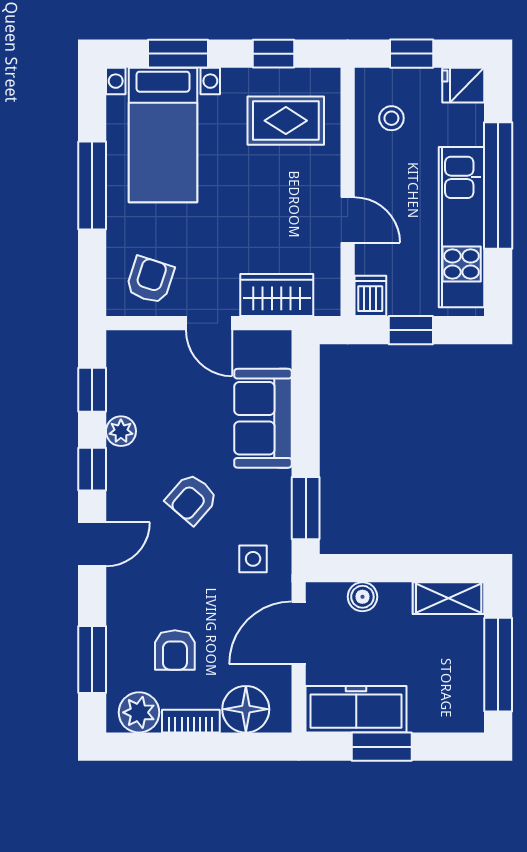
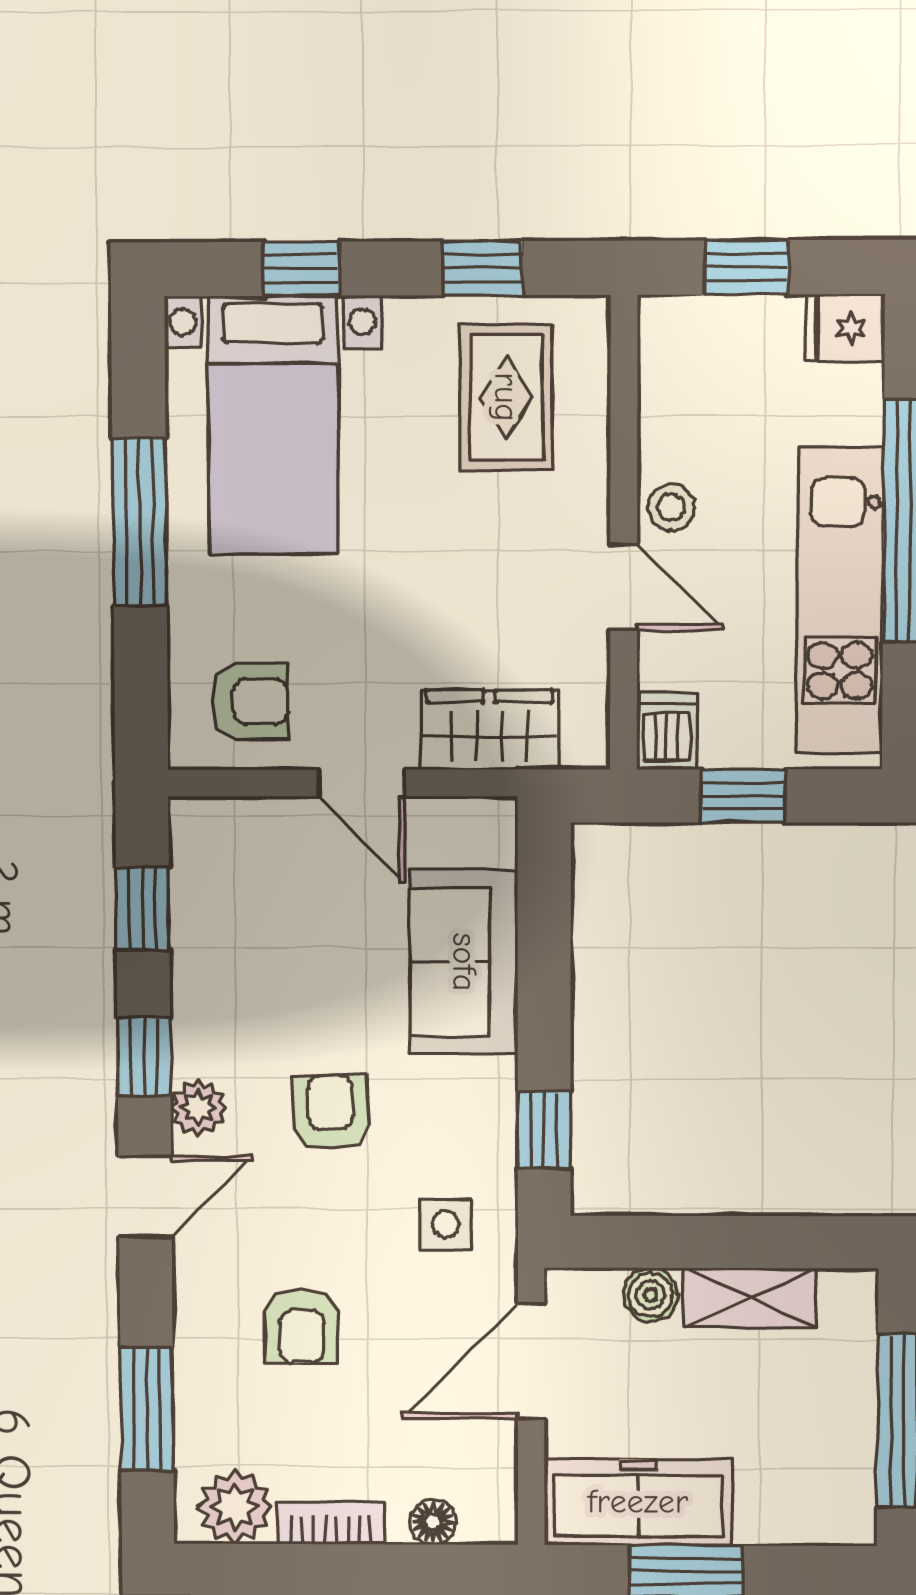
window: (178, 54) -> (301, 269), width x0.67
stool: (391, 118) -> (671, 507), moved
rug: (286, 121) -> (506, 397), turned 90
armchair: (150, 280) -> (250, 702), turned 72
plant: (121, 431) -> (198, 1108), moved
armchair: (192, 499) -> (331, 1113), turned 136
window: (306, 508) -> (544, 1130), width x0.67
shelving: (449, 598) -> (750, 1298), moved
armchair: (175, 650) -> (302, 1326), moved
floor lamp: (246, 709) -> (433, 1522), width x0.53, depth x0.53

